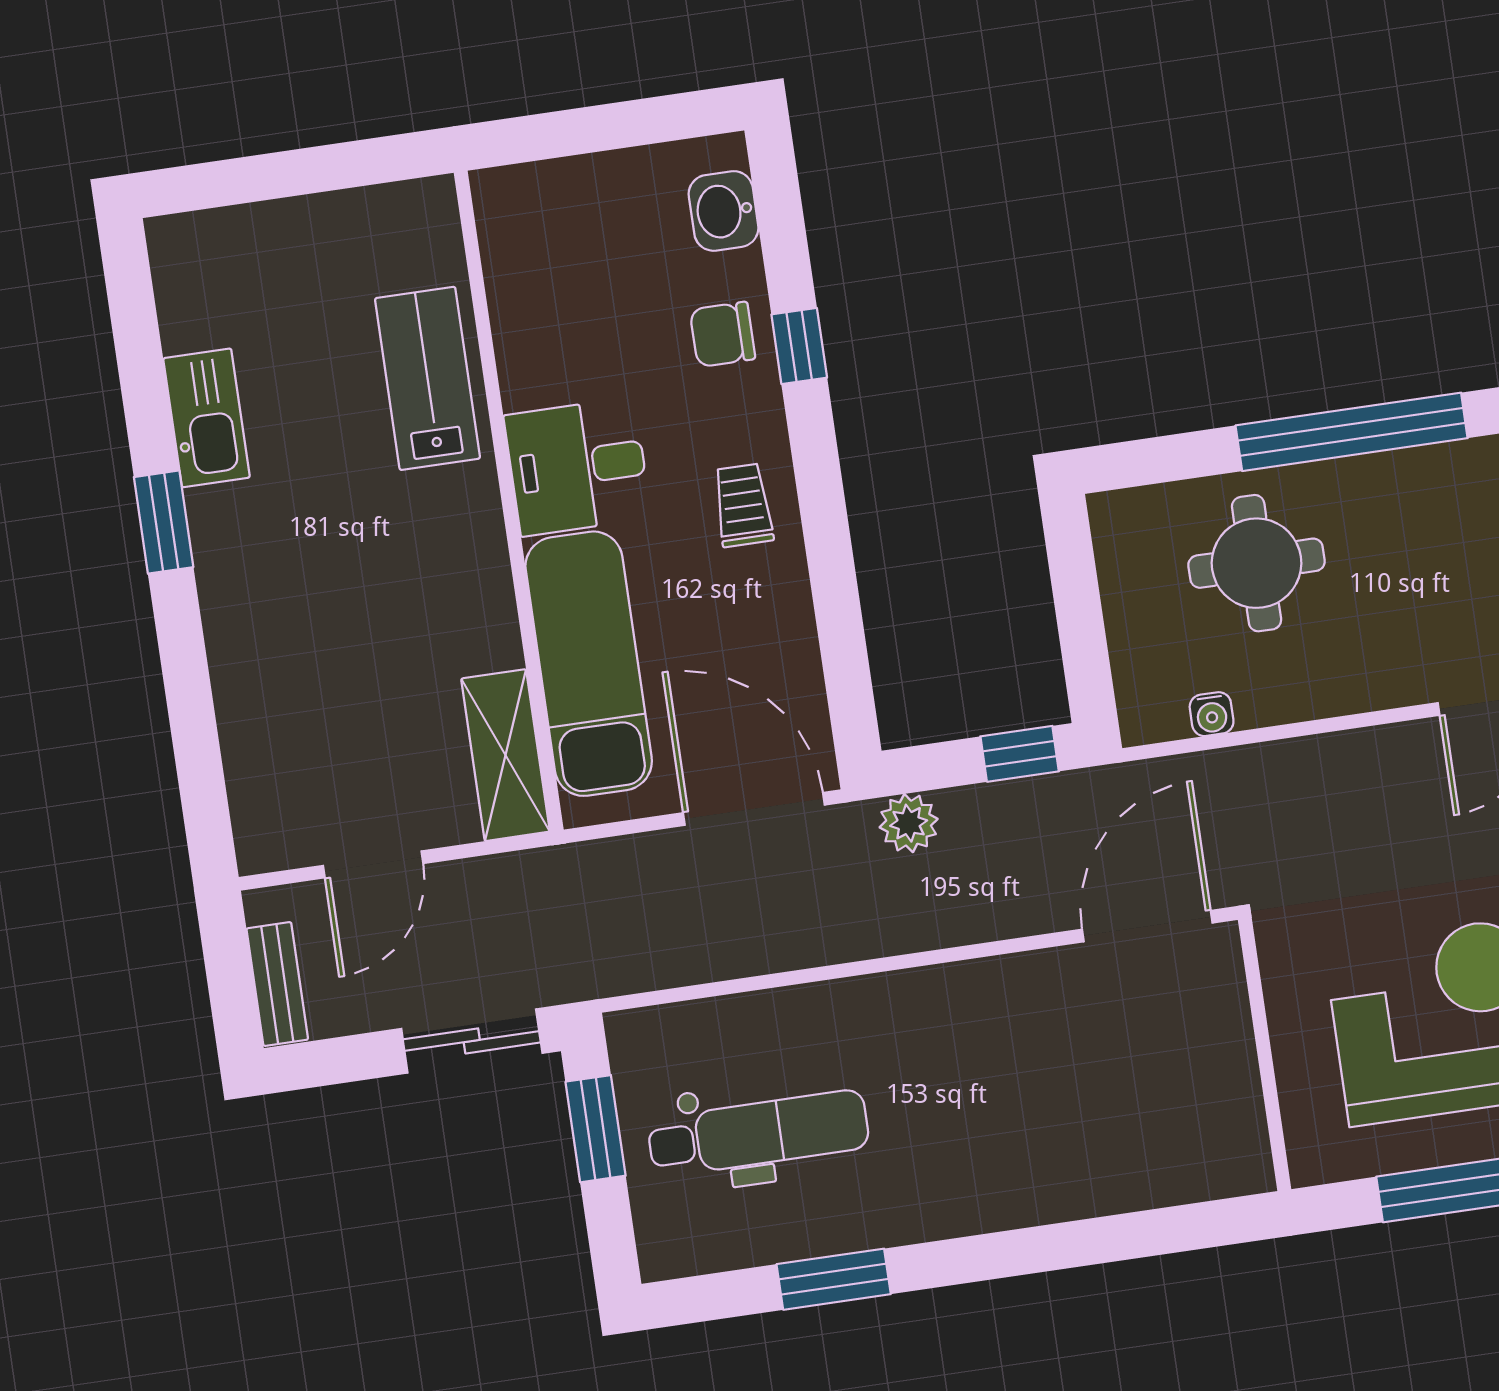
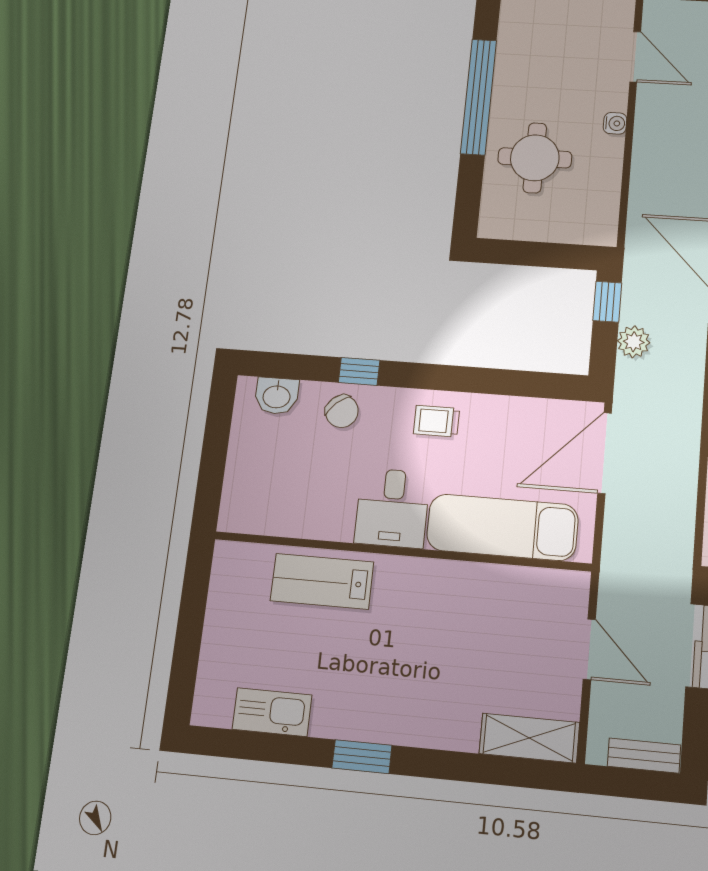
chair: (723, 334) -> (342, 411), turned -41
kitchen sink: (206, 418) -> (272, 712), moved
water cooler: (1212, 714) -> (615, 123), moved
shelving: (505, 755) -> (529, 738), moved
plant: (909, 823) -> (634, 342), moved
door: (373, 864) -> (589, 649), moved

